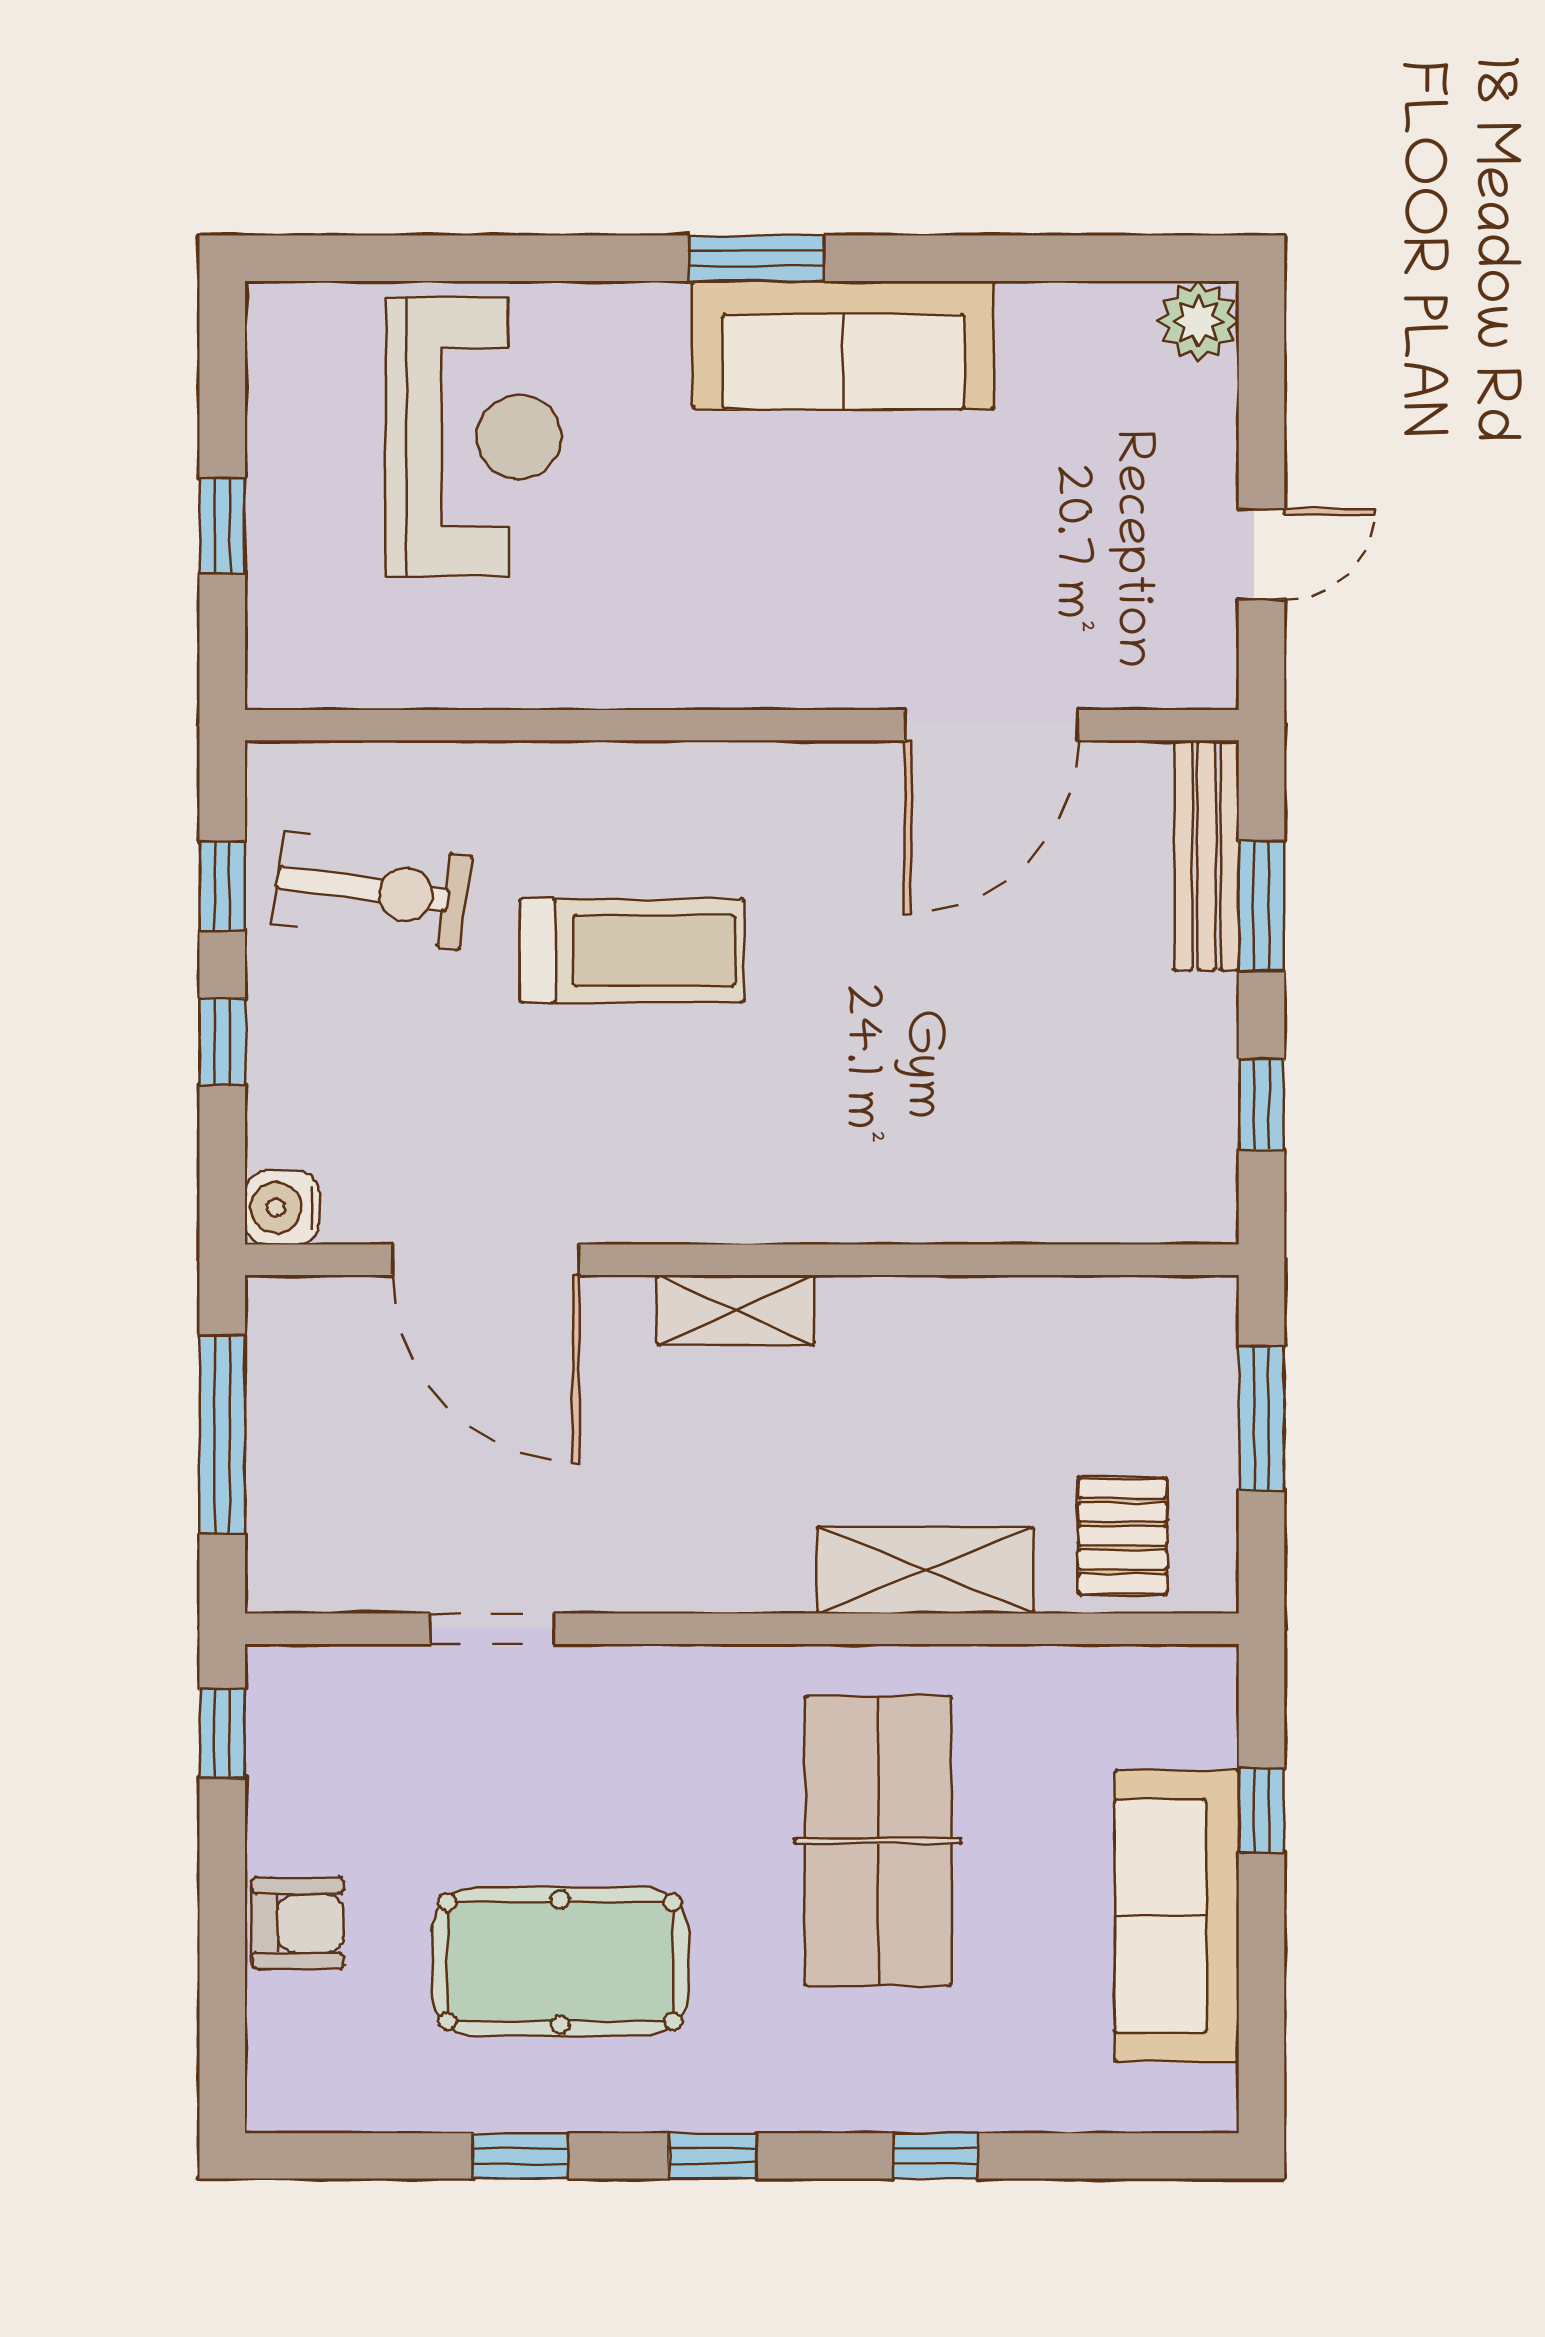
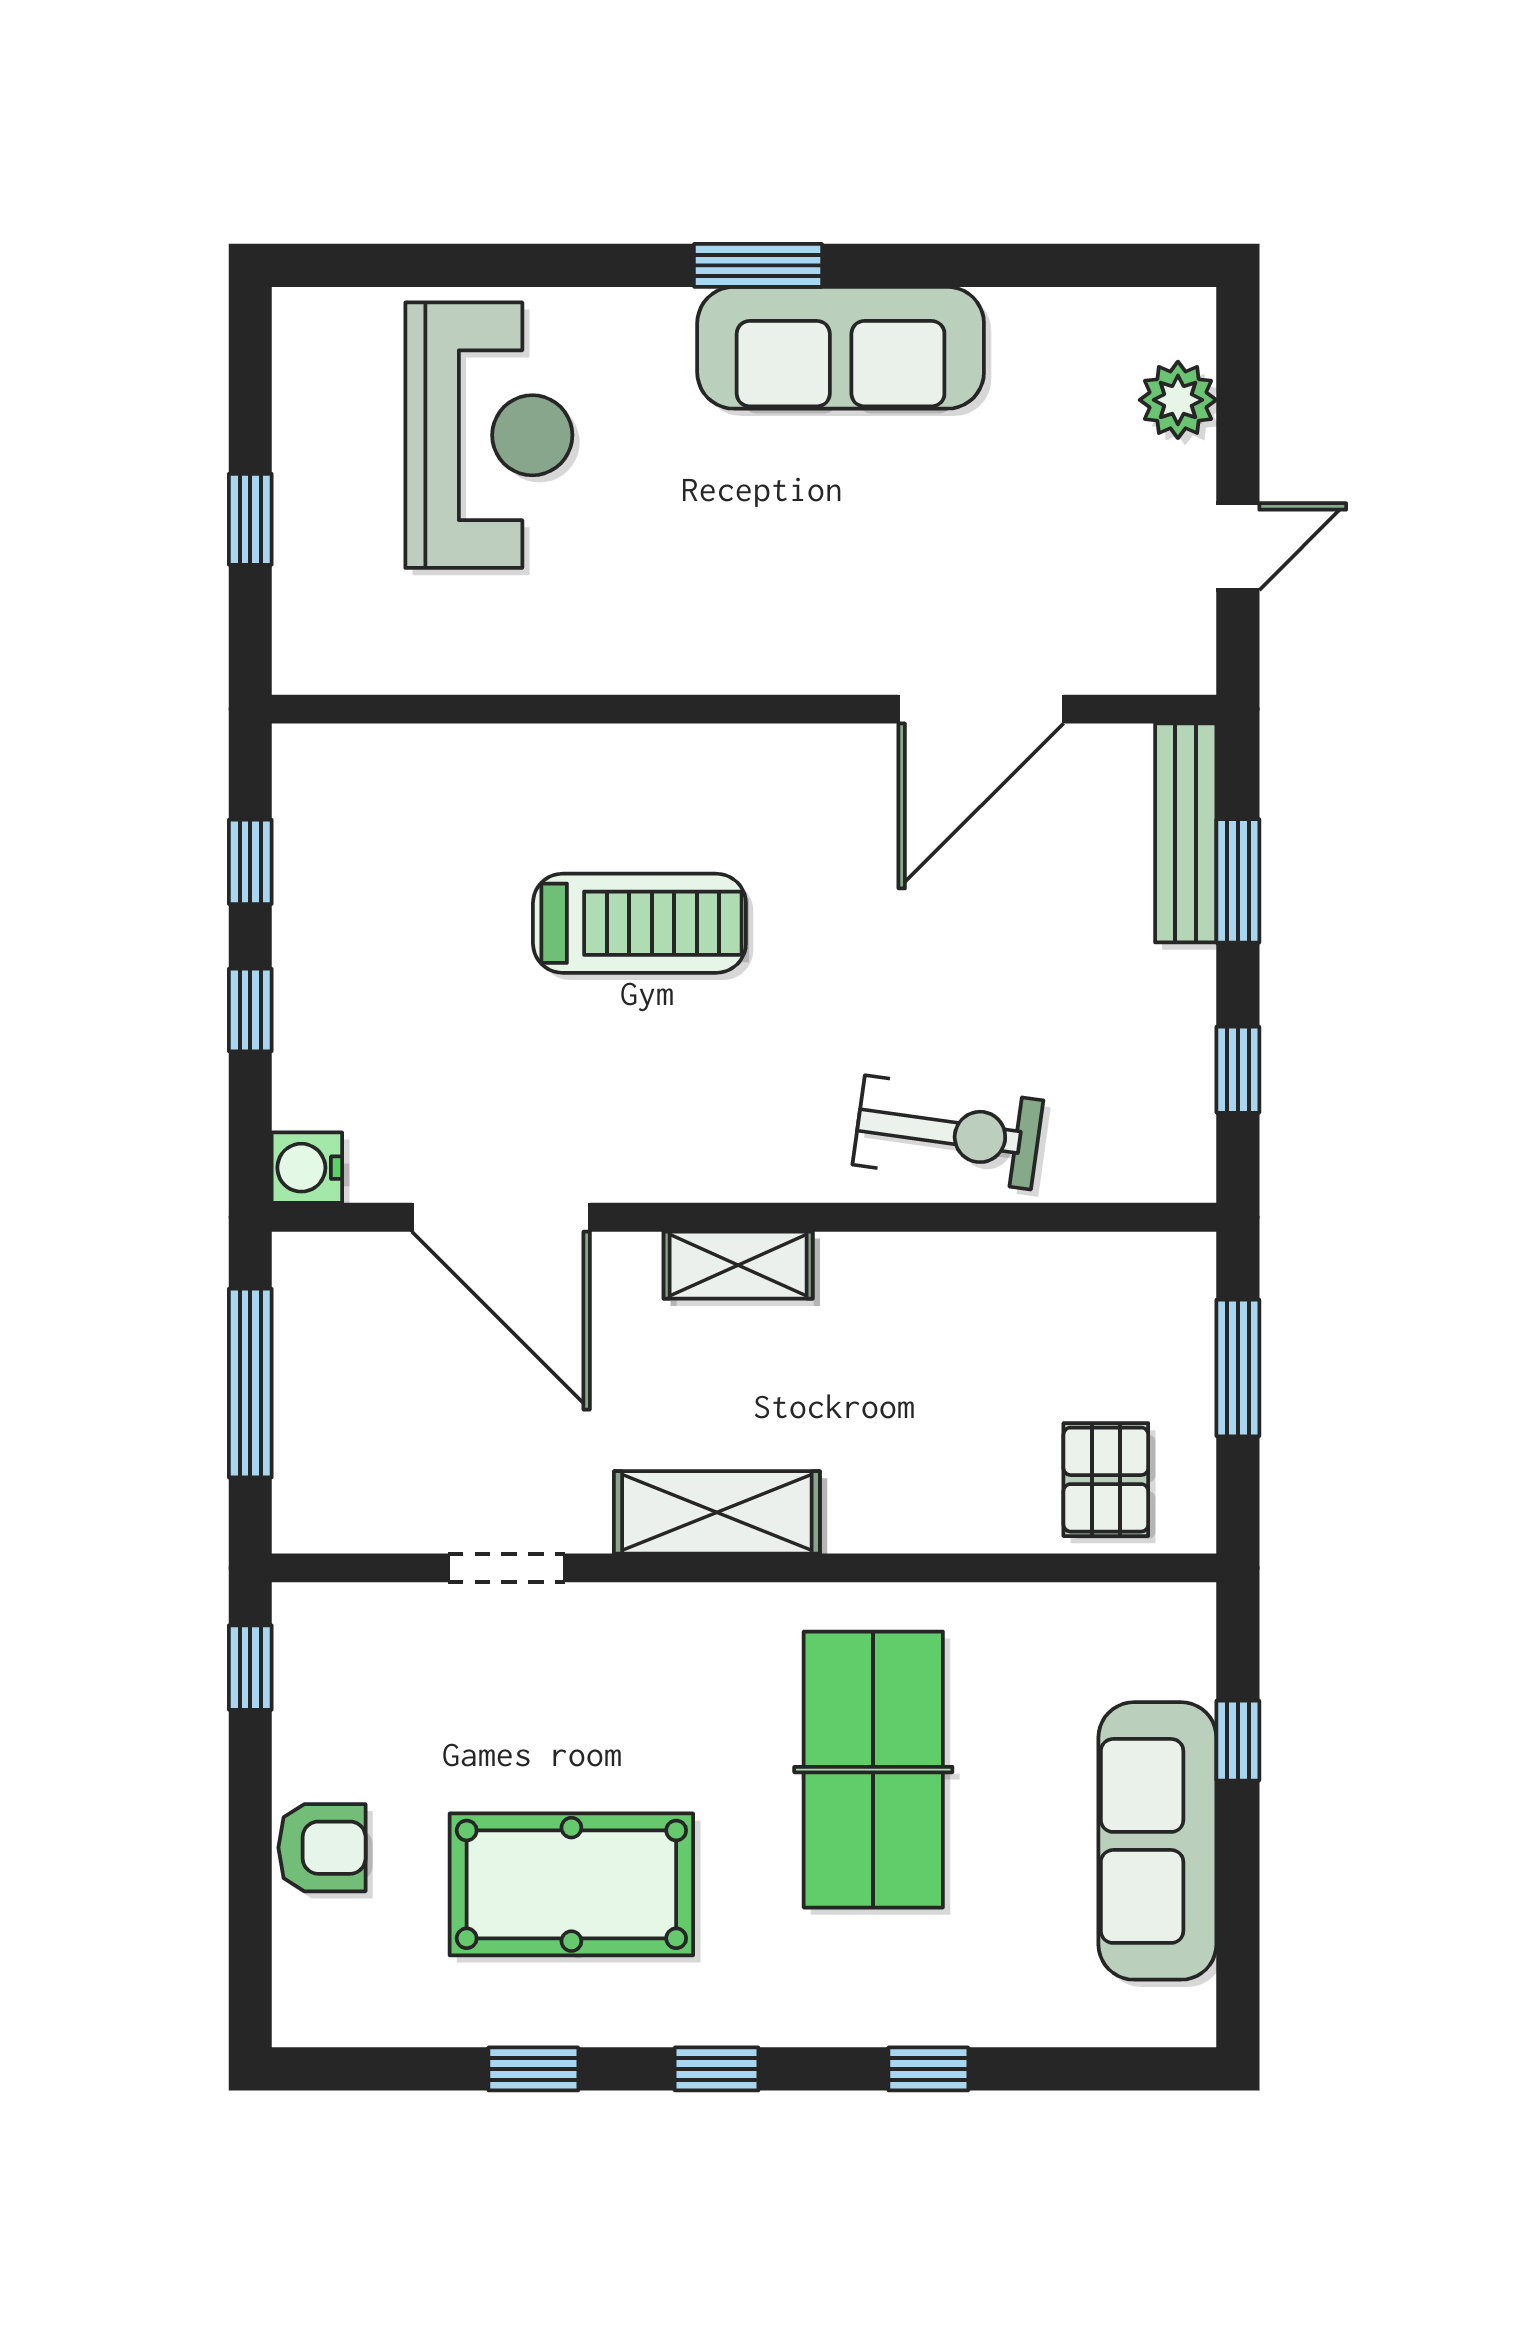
plant: (1198, 321) -> (1178, 400), moved
exercise bike: (372, 890) -> (948, 1132), moved
shelving: (925, 1570) -> (717, 1512), moved

